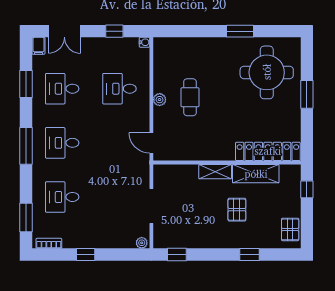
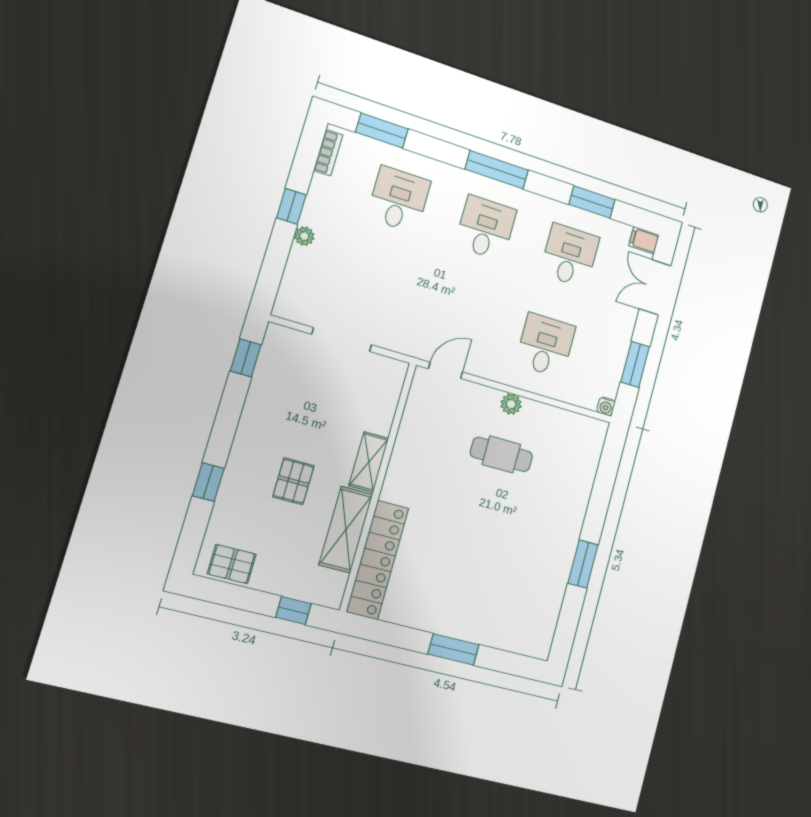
window: (114, 31) -> (635, 364), width x1.50
round table: (267, 72) -> (507, 591), removed
pallet: (237, 210) -> (293, 481), turned 90
plant: (142, 243) -> (304, 236), moved

